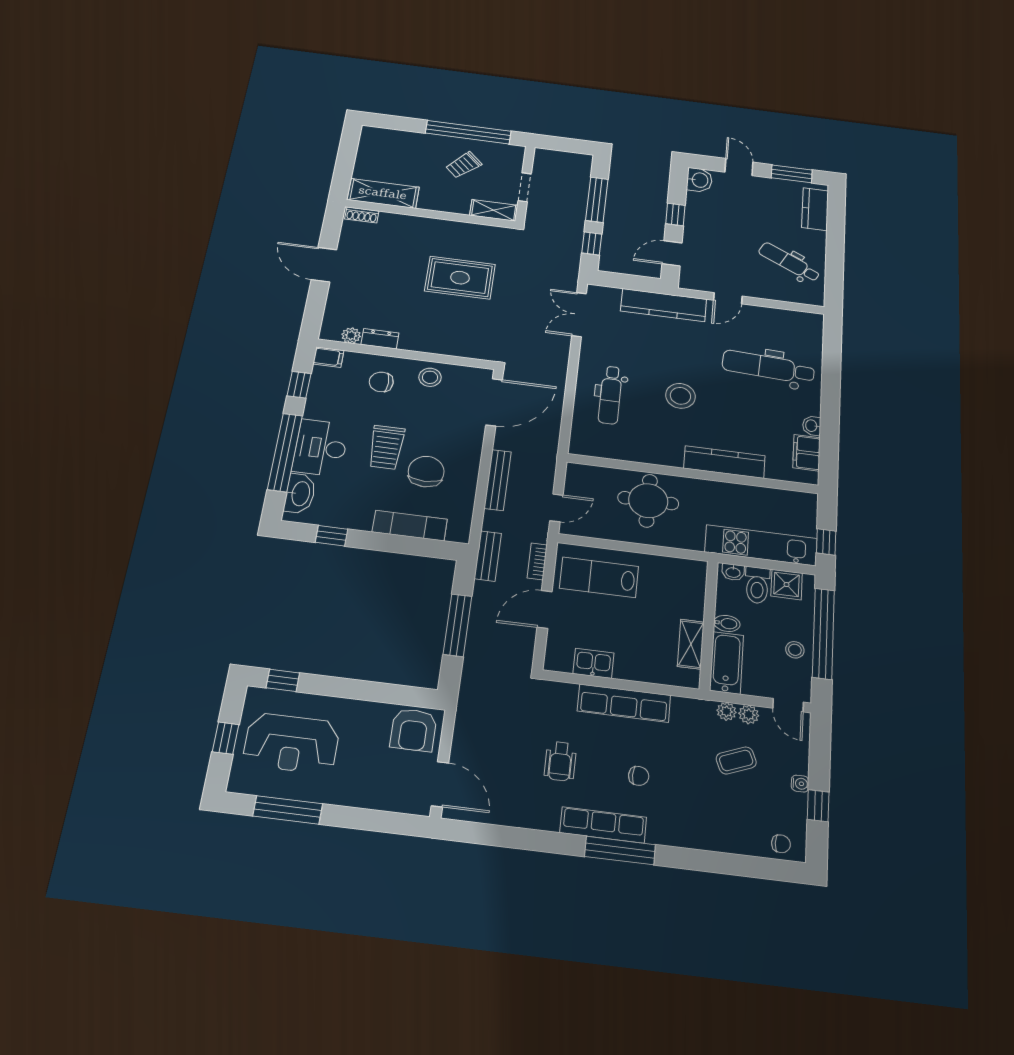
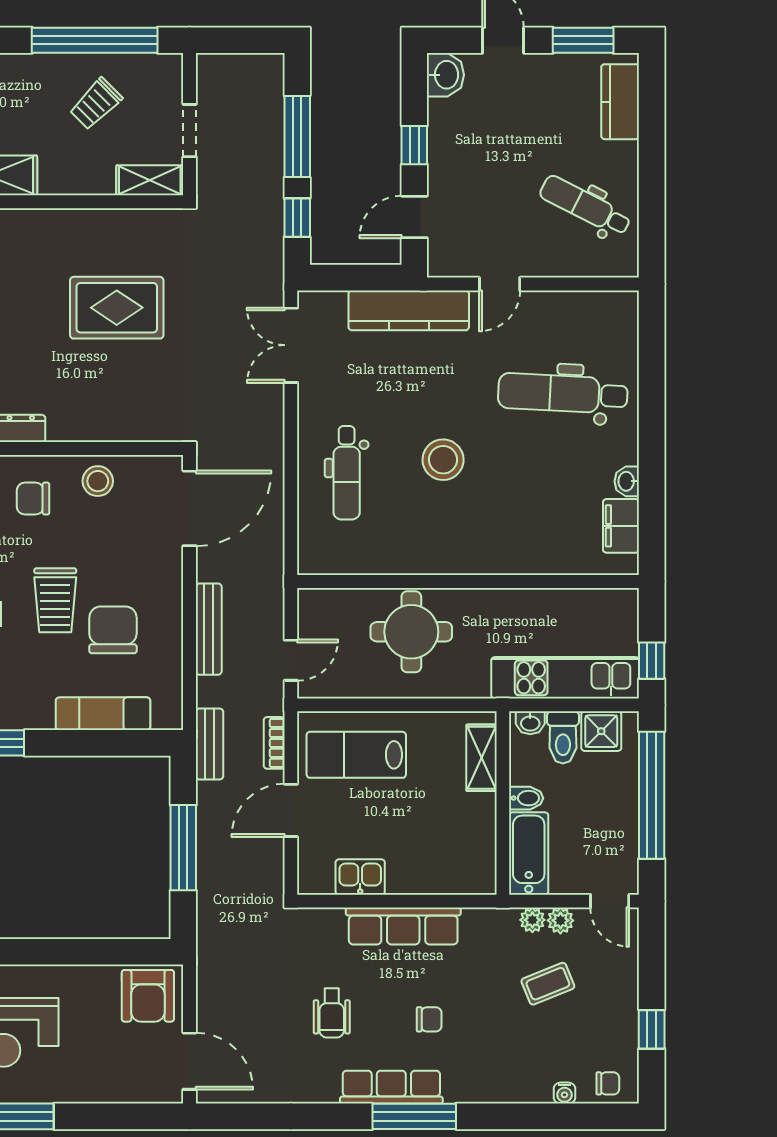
kitchen counter: (724, 462) -> (510, 557), removed
shelving: (691, 644) -> (482, 758), moved
stool: (795, 650) -> (616, 823), removed
water cooler: (800, 784) -> (564, 1093), moved, turned 90

